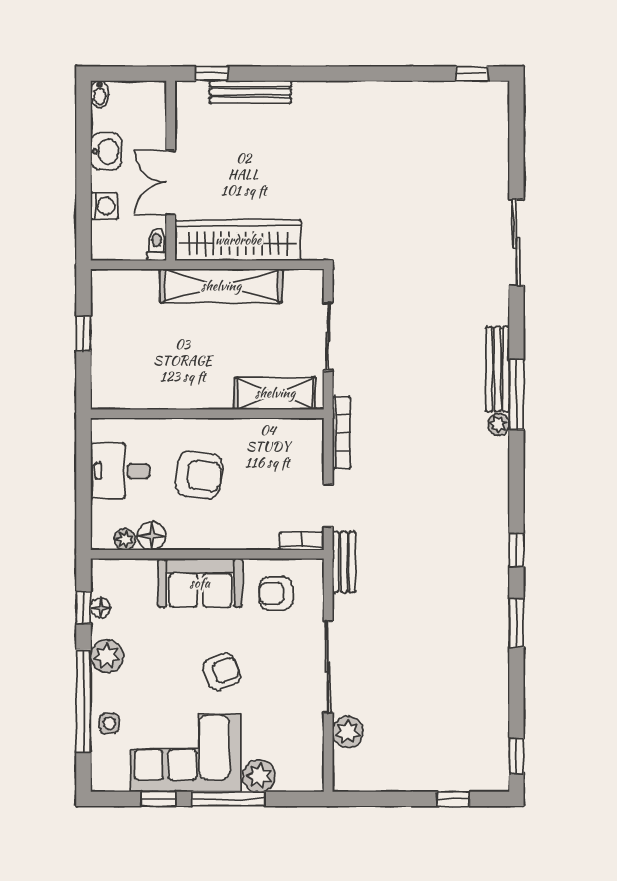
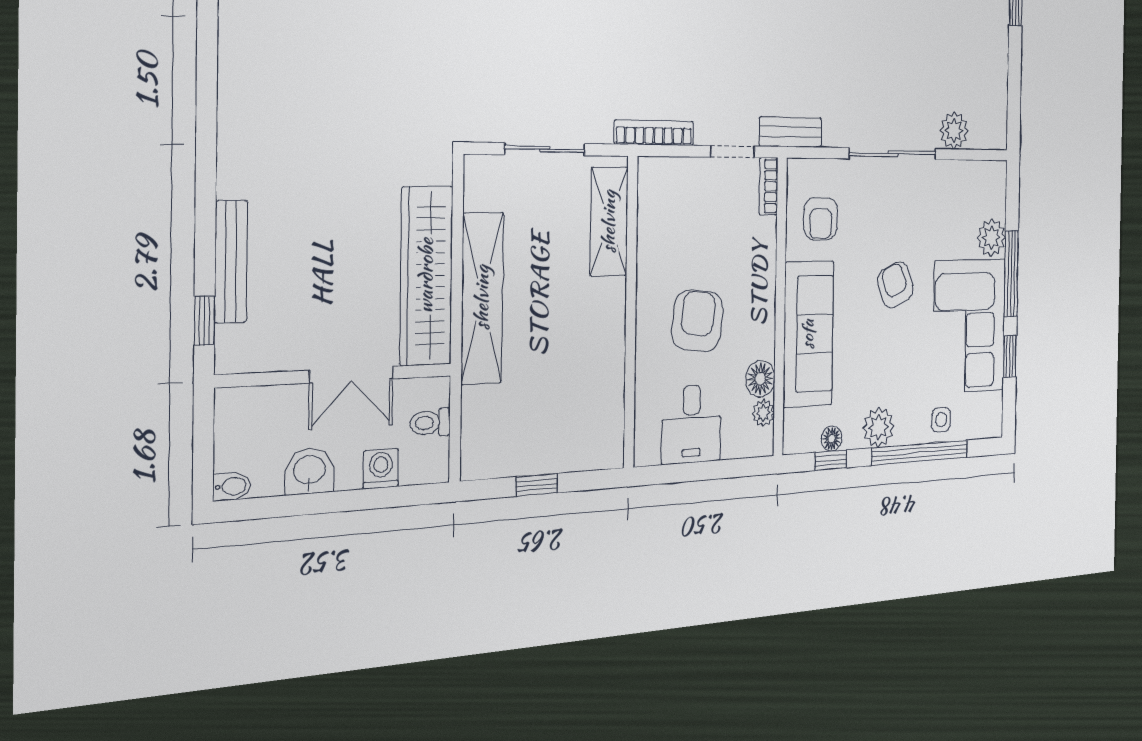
toilet: (157, 245) -> (430, 423), moved
sofa: (200, 583) -> (808, 334), width x1.36

